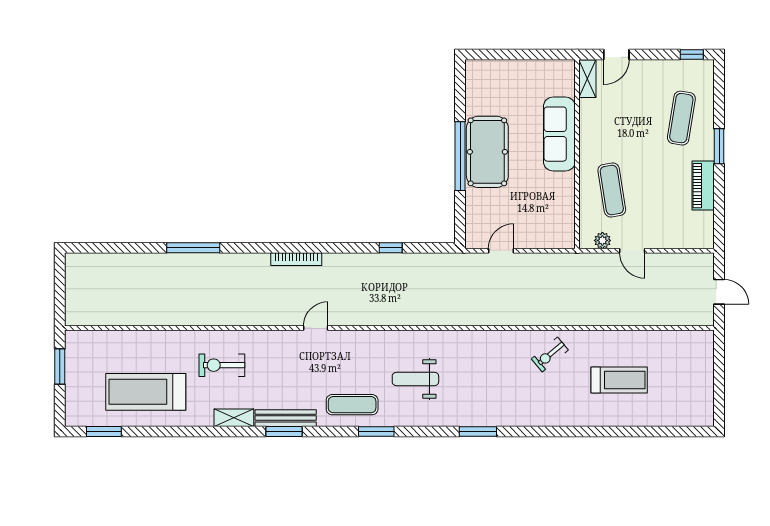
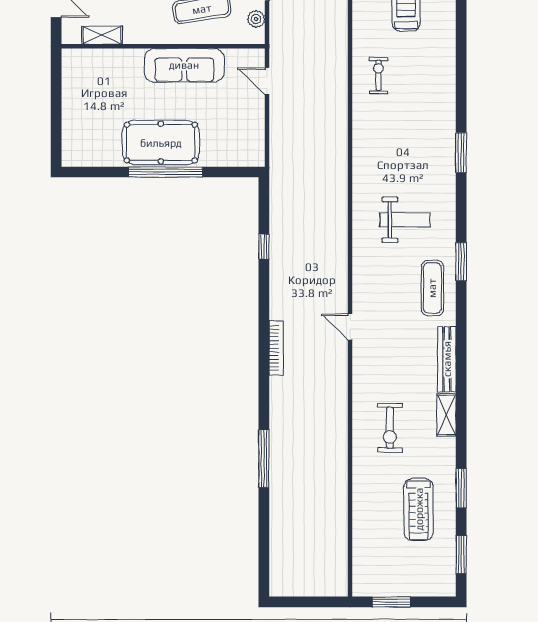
shelving: (587, 79) -> (102, 35), moved
sofa: (559, 134) -> (184, 65), moved
door: (501, 251) -> (267, 81), moved
exercise bike: (550, 355) -> (379, 75), turned -140
weight bench: (415, 379) -> (405, 220), turned -90
treadmill: (146, 392) -> (419, 509), width x0.73, depth x0.73
window: (284, 431) -> (461, 488), moved

